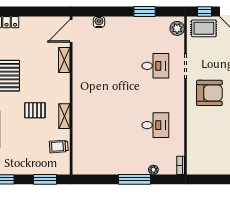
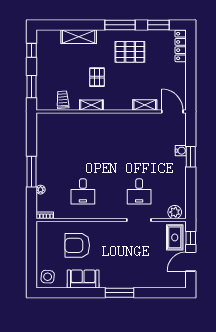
window: (145, 12) -> (191, 157), moved
water cooler: (99, 22) -> (181, 151), moved
armchair: (209, 93) -> (77, 245), moved, turned 90

